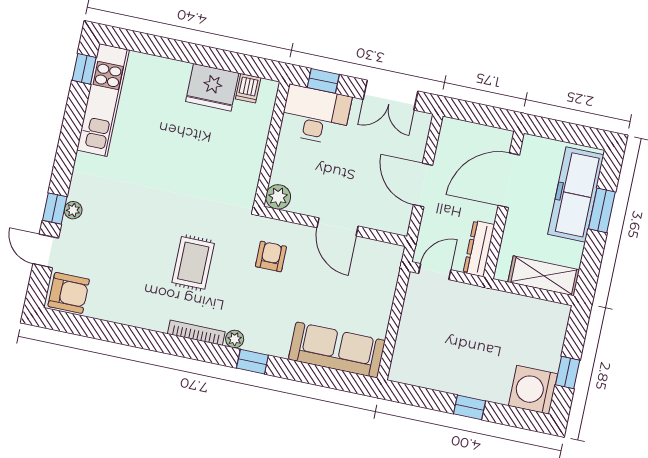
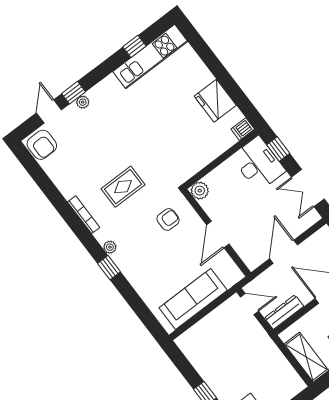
window: (84, 69) -> (134, 46), moved
dishwasher: (248, 88) -> (243, 129), moved
bookcase: (196, 333) -> (84, 215), moved
sofa: (337, 350) -> (193, 299), moved, turned -90

